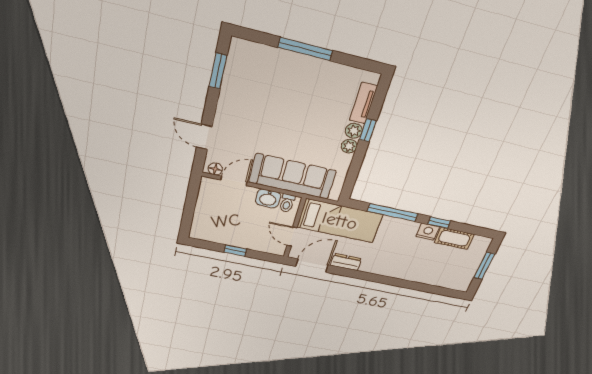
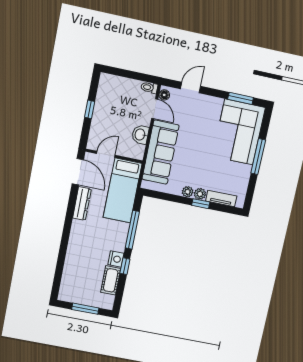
corner sofa: (268, 75) -> (239, 132), added
toilet: (287, 203) -> (149, 88), moved
dresser: (346, 262) -> (82, 203), width x1.44

